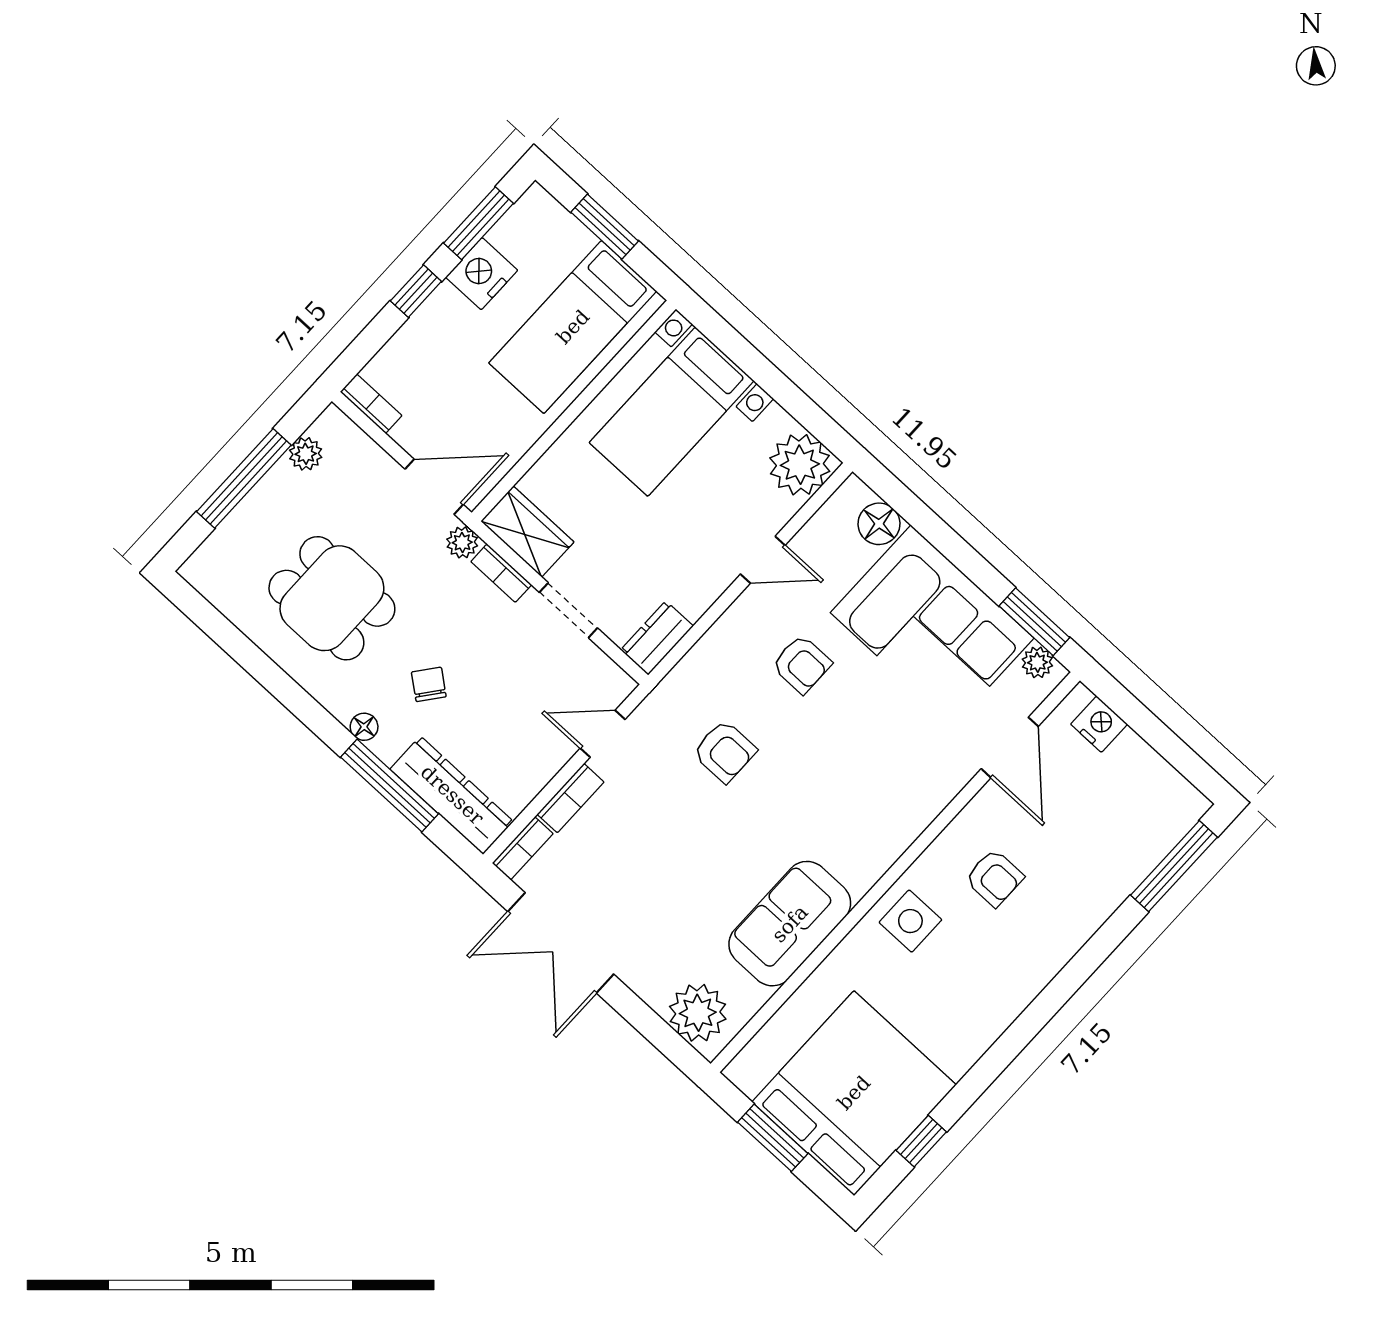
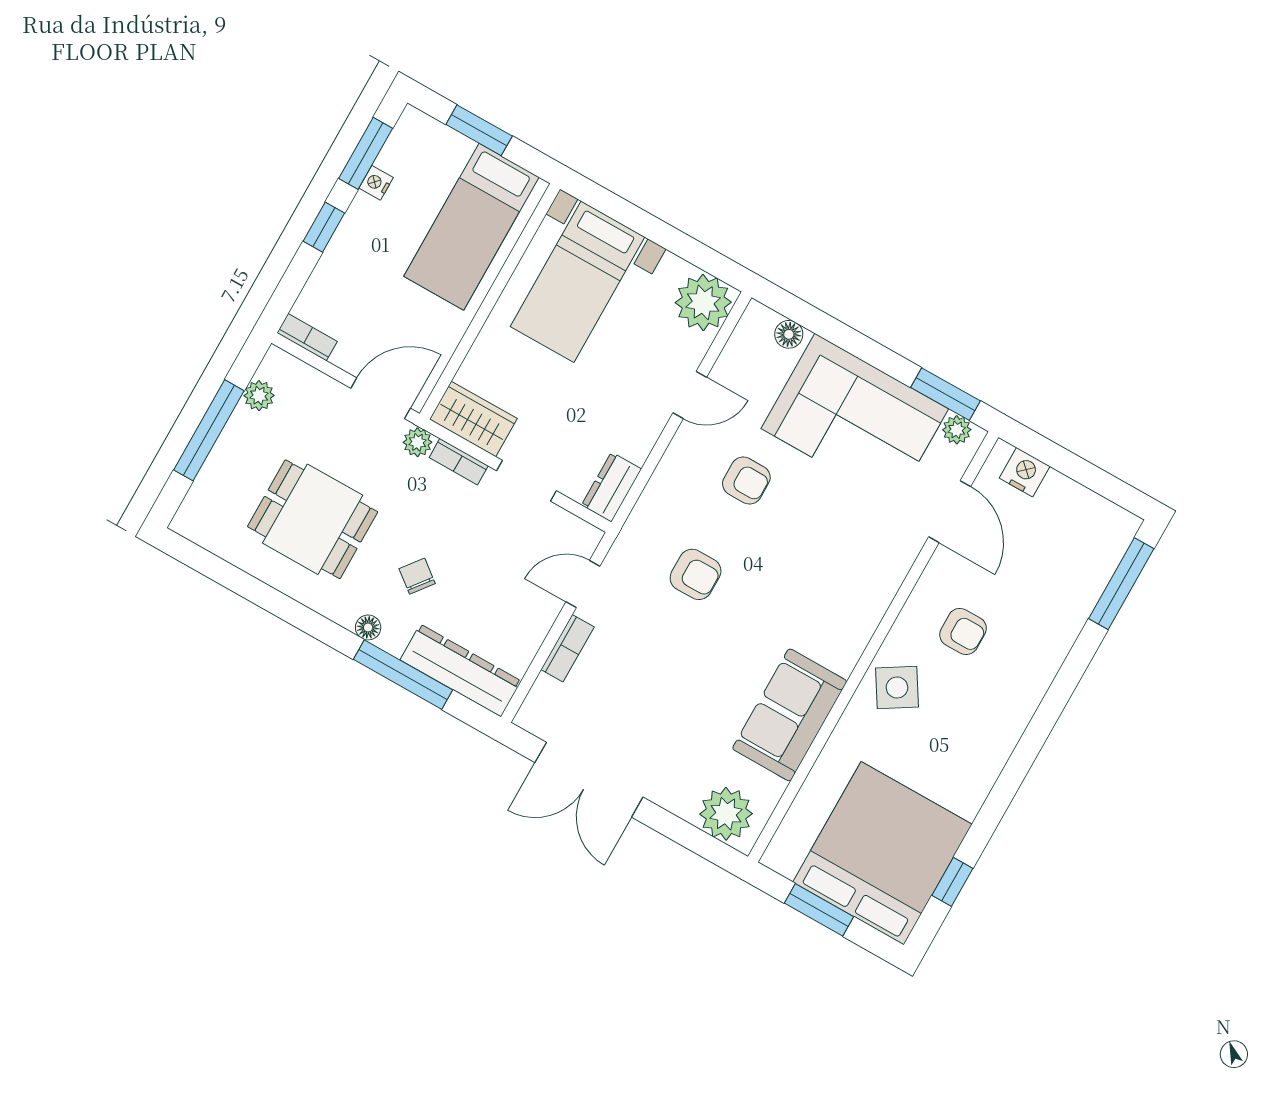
nightstand: (482, 274) -> (376, 183), width x0.53, depth x0.56
floor lamp: (879, 524) -> (789, 334), width x0.73, depth x0.73
bookcase: (523, 848) -> (535, 703), removed
side table: (910, 921) -> (897, 688), turned -32

